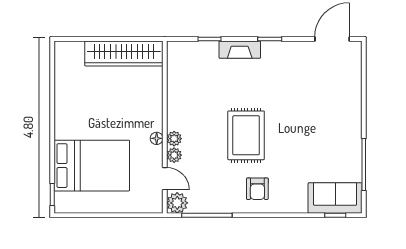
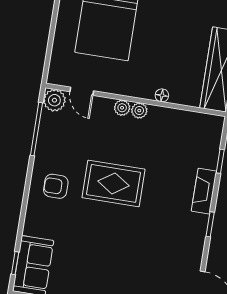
floor lamp: (157, 138) -> (162, 95), moved
plant: (174, 155) -> (139, 111), moved
door: (165, 179) -> (82, 91), hinge flipped

